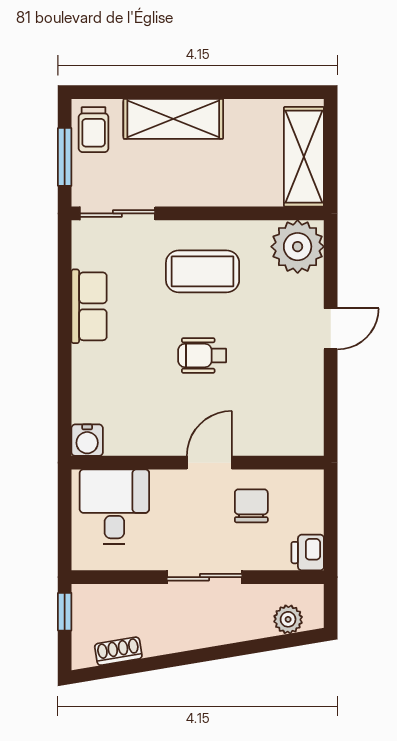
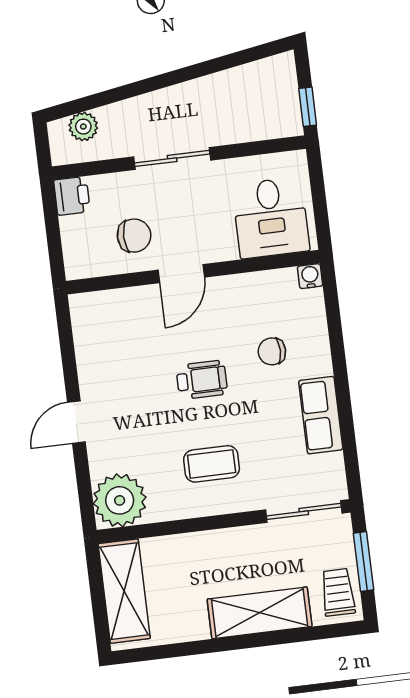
coffee table: (203, 271) -> (212, 464), width x0.73, depth x0.77
chair: (129, 375) -> (272, 351), added
water cooler: (87, 440) -> (310, 276), width x0.72, depth x0.72
chair: (251, 506) -> (134, 236), turned -90
shoe rack: (118, 651) -> (249, 74), removed

